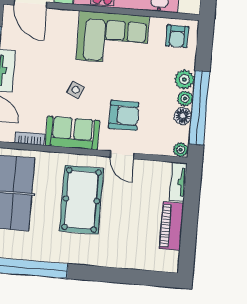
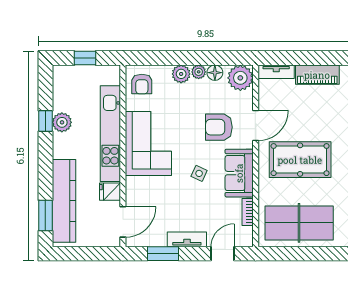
armchair: (177, 36) -> (142, 84), turned 90
window: (199, 108) -> (206, 58), removed
armchair: (124, 115) -> (219, 127), turned -90
plant: (181, 150) -> (240, 78), width x1.88, depth x1.88
door: (122, 155) -> (256, 126), width x1.38

